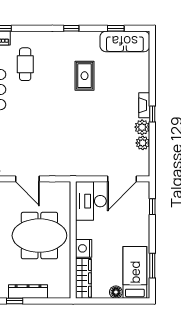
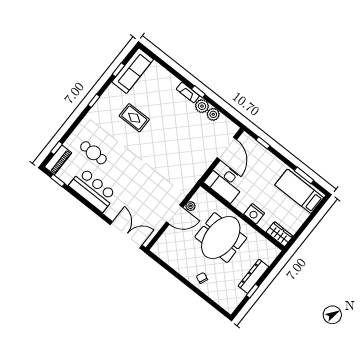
plant: (46, 187) -> (191, 206), added
wardrobe: (83, 278) -> (280, 234), width x0.67
floor lamp: (116, 292) -> (302, 215), removed

